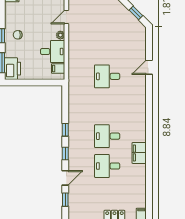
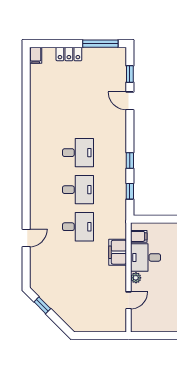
filing cabinet: (139, 153) -> (118, 252), moved, turned 180
window: (65, 154) -> (130, 191), moved
desk: (107, 166) -> (78, 190), moved
door: (65, 178) -> (130, 101), hinge flipped

